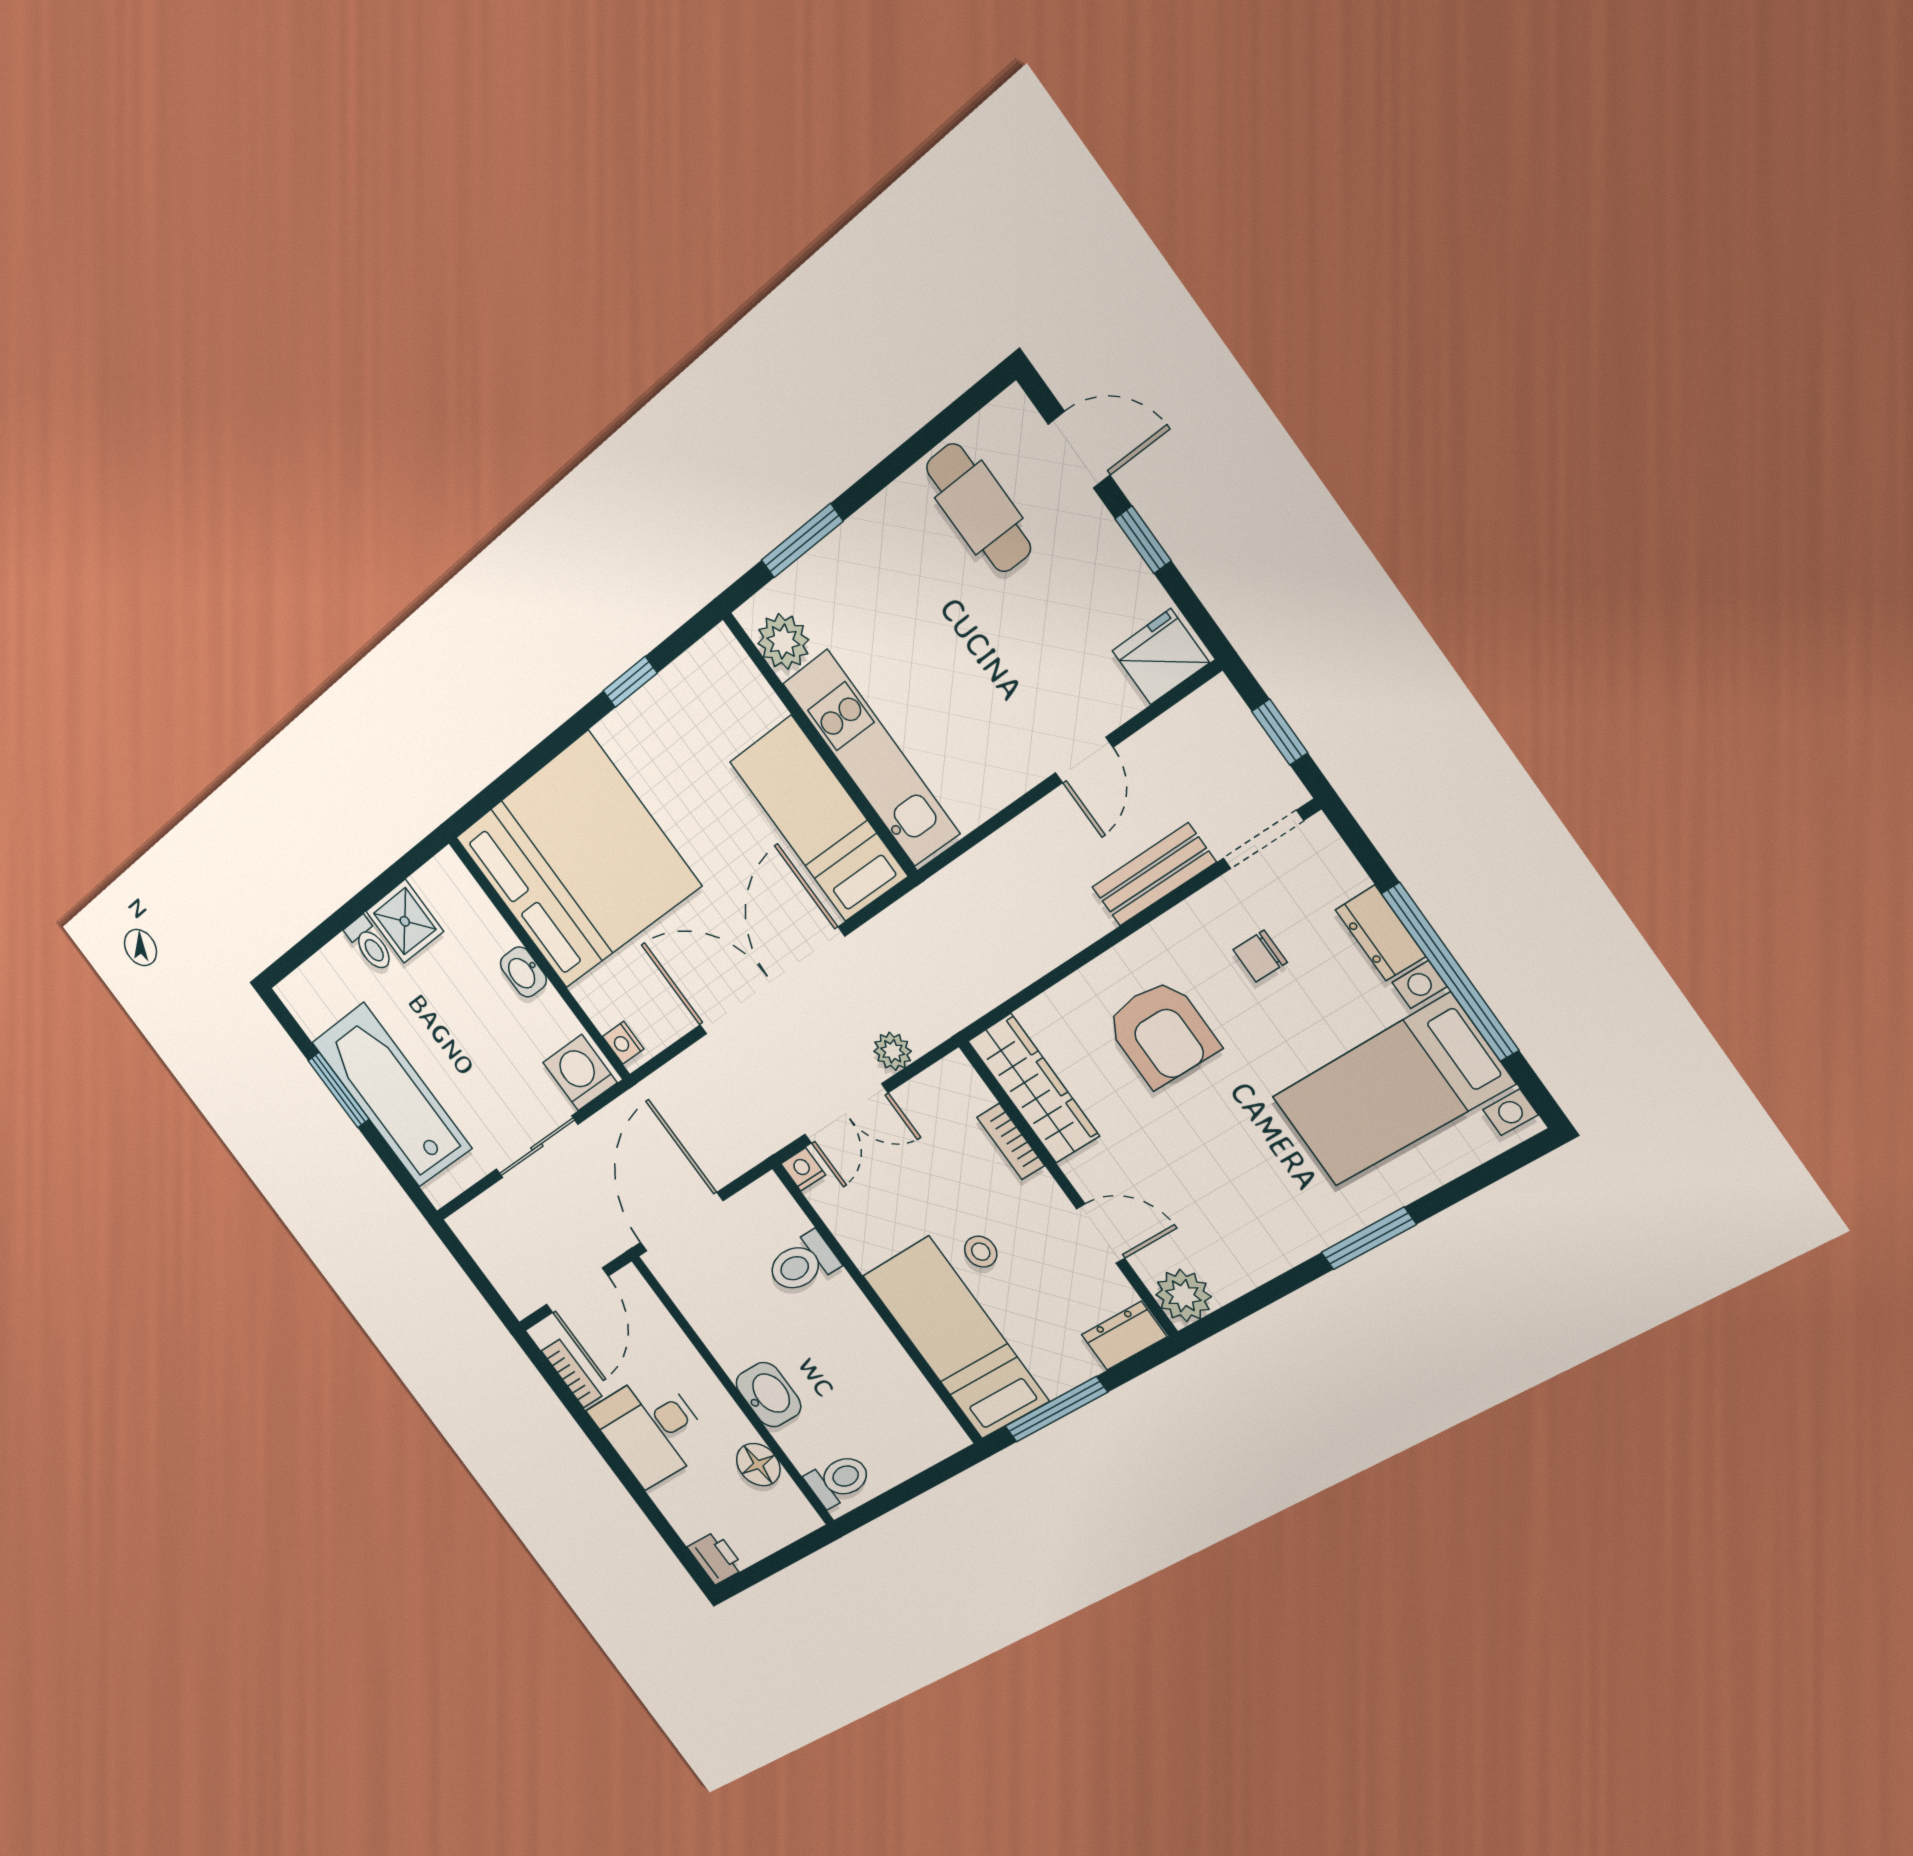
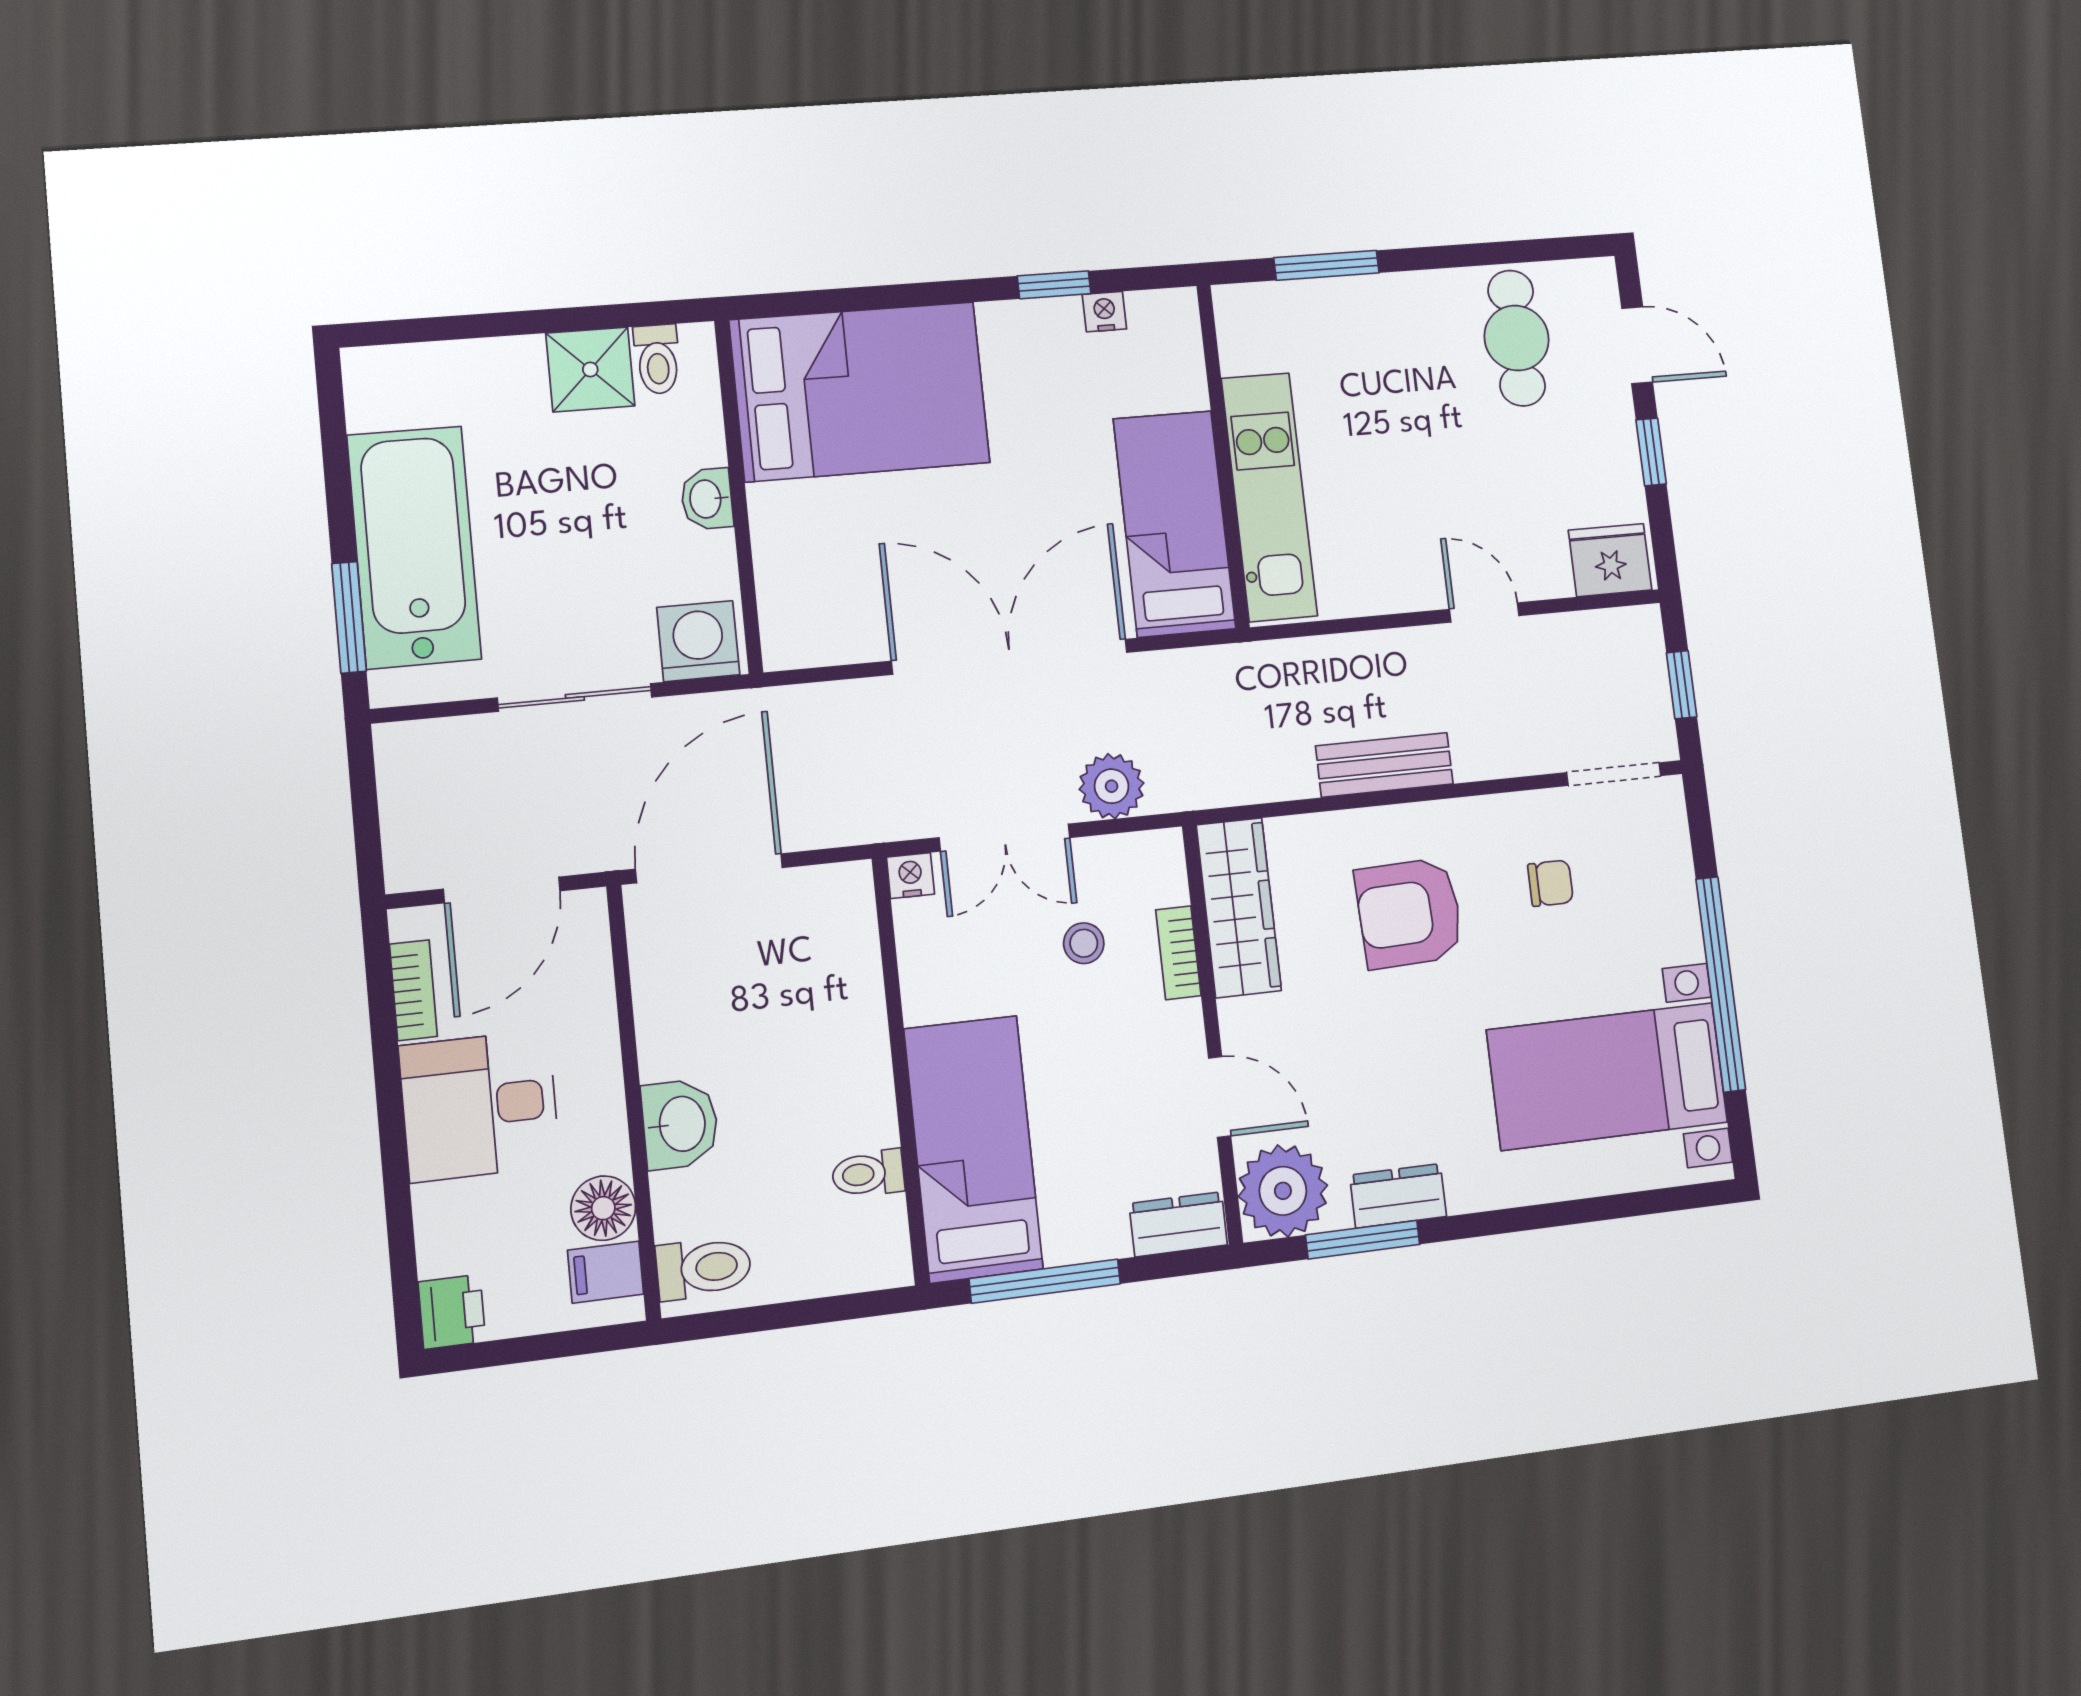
plant: (783, 642) -> (1247, 341), removed
door: (1084, 760) -> (1484, 612), swing flipped
bed: (577, 861) -> (860, 391), width x0.73
bench: (1154, 875) -> (1384, 765), moved
dresser: (1380, 933) -> (1398, 1196), moved, turned 90
toilet: (370, 944) -> (657, 359), moved
chair: (1260, 956) -> (1550, 883), turned 180
armchair: (1162, 1033) -> (1409, 913), turned 88
nightstand: (623, 1043) -> (1104, 312), moved, turned 90
plant: (893, 1051) -> (1112, 786), width x1.38, depth x1.38
window: (339, 1090) -> (349, 617), moved
window: (1369, 1239) -> (1363, 1240), moved
stool: (981, 1252) -> (1084, 943), moved
toilet: (802, 1263) -> (868, 1174), moved, width x0.73, depth x0.72
plant: (1183, 1296) -> (1283, 1191), width x1.36, depth x1.36
filing cabinet: (784, 1503) -> (606, 1272), added

